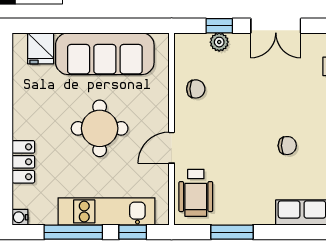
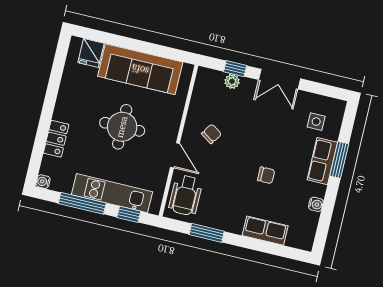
chair: (196, 89) -> (211, 134), moved, turned -56
door: (172, 148) -> (175, 155), swing flipped

